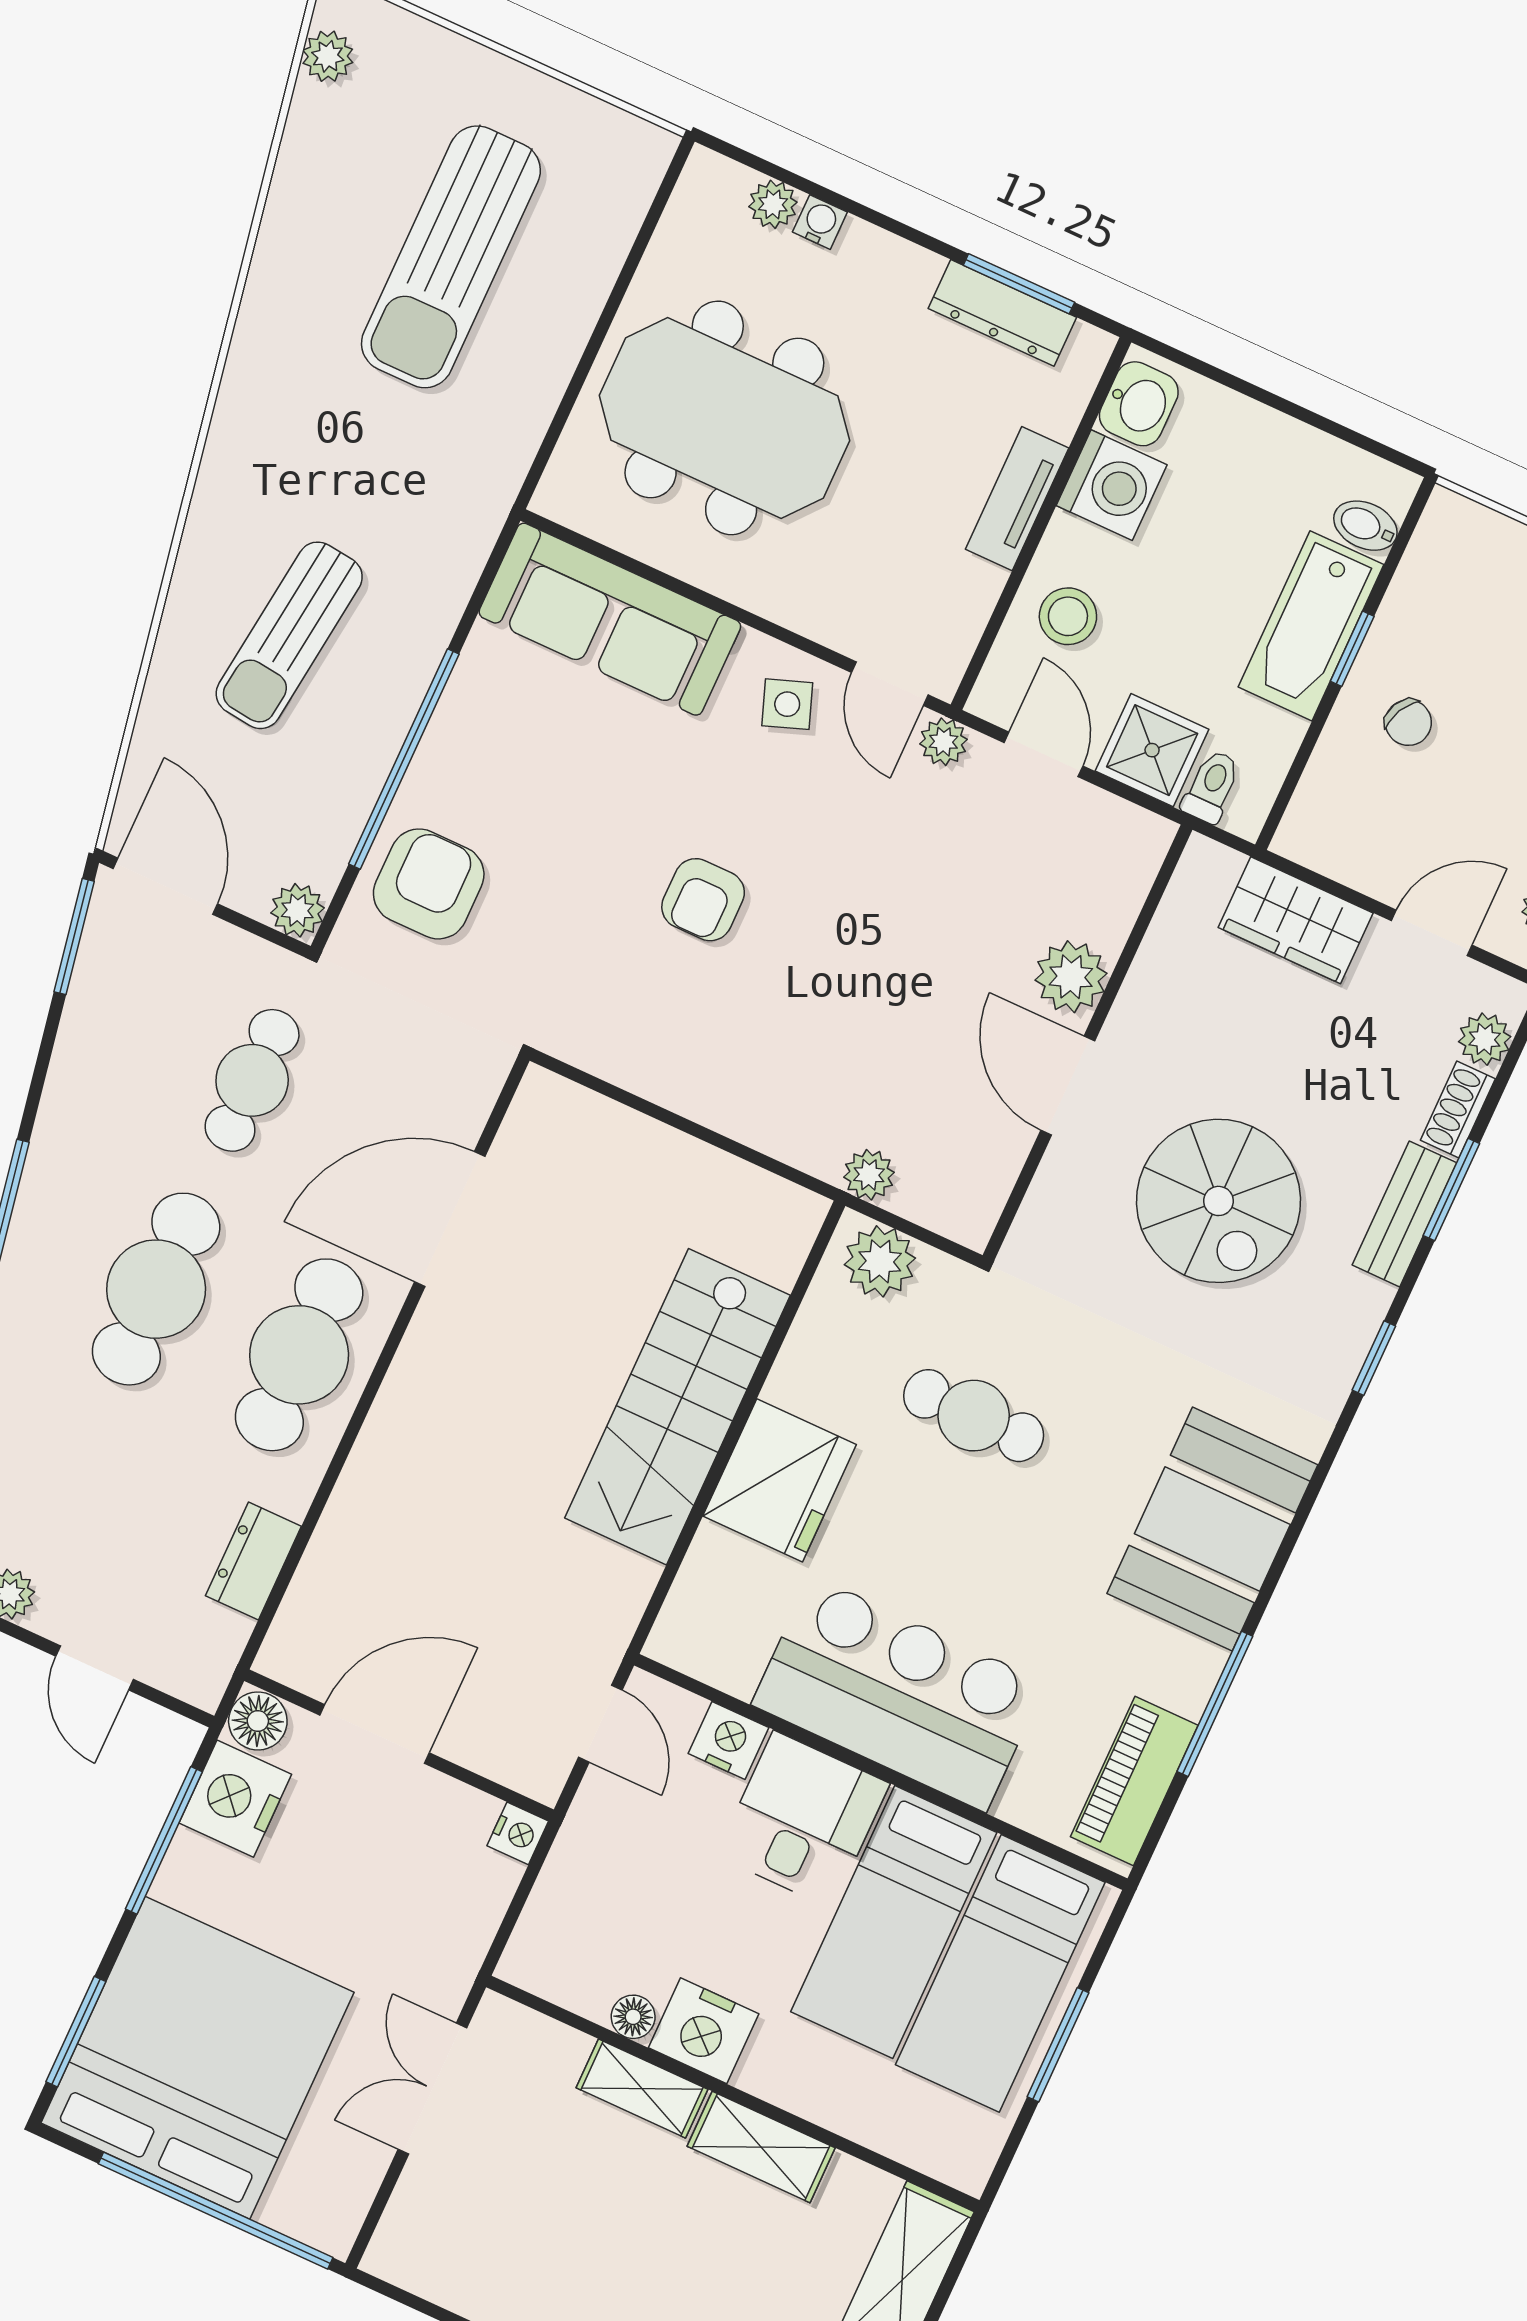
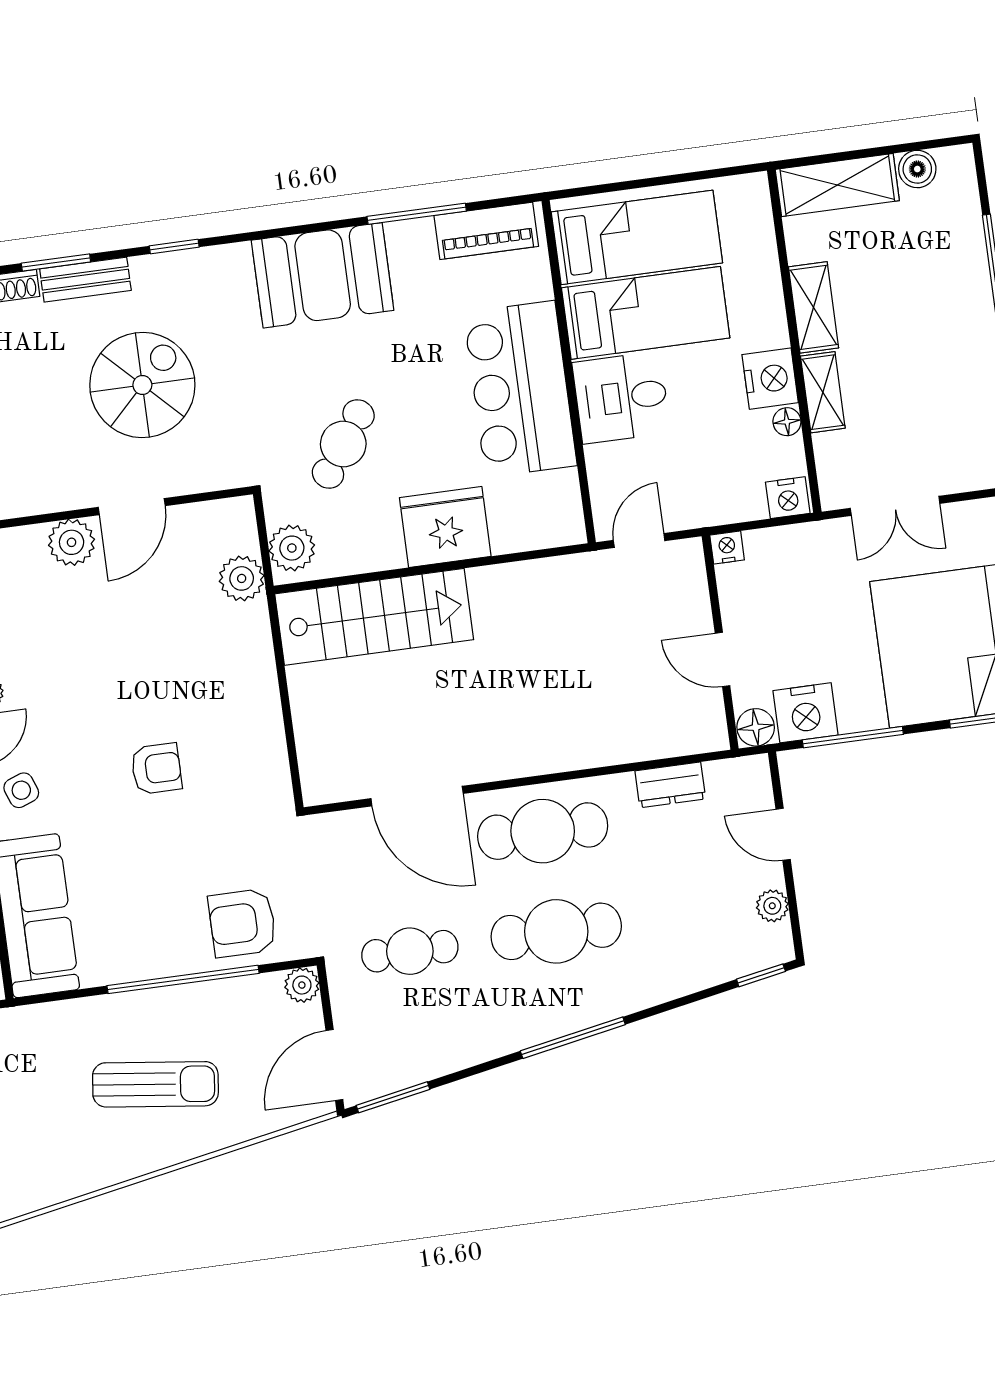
plant: (869, 1175) -> (242, 578), width x1.38, depth x1.38
stairs: (677, 1407) -> (374, 617), moved
cafe table: (974, 1416) -> (343, 444), turned 35
door: (94, 1668) -> (783, 834), swing flipped
door: (375, 1734) -> (722, 659), width x0.73
nightstand: (729, 1741) -> (788, 498), moved, turned -90
window: (1058, 2045) -> (656, 181), removed

